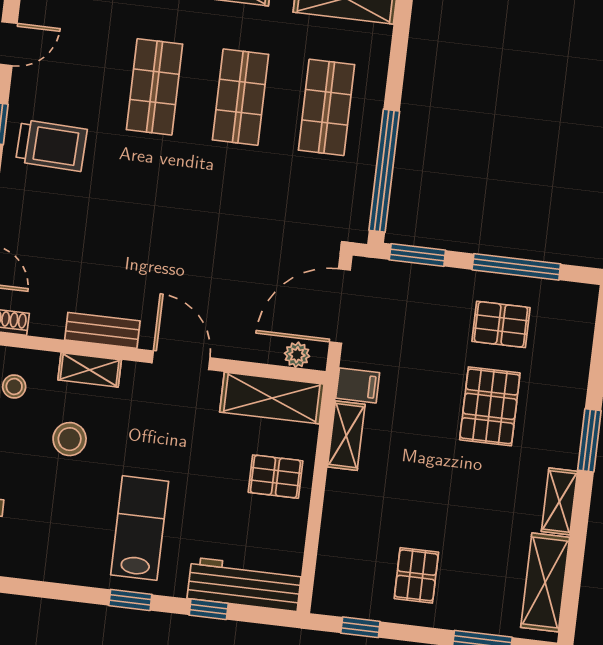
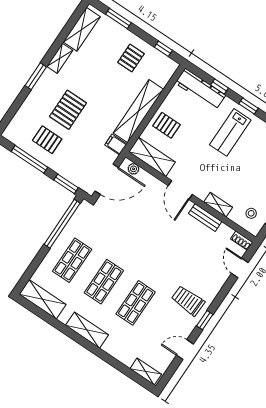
shelving: (346, 436) -> (138, 111), width x2.20, depth x1.33
stool: (70, 439) -> (240, 181), removed

